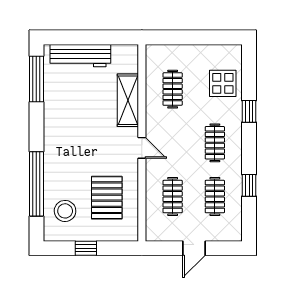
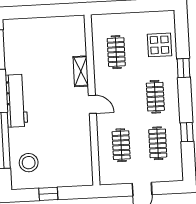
workbench: (80, 56) -> (16, 101), moved, turned -90
shelving: (128, 100) -> (81, 71), width x0.67, depth x0.75
pallet: (107, 198) -> (64, 149), removed

